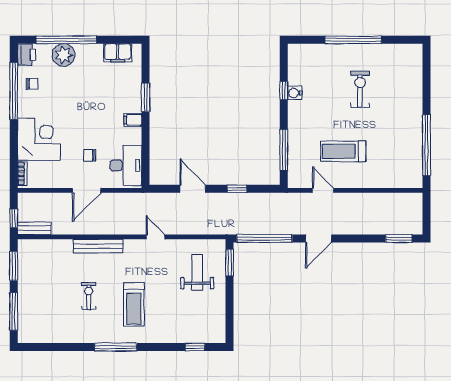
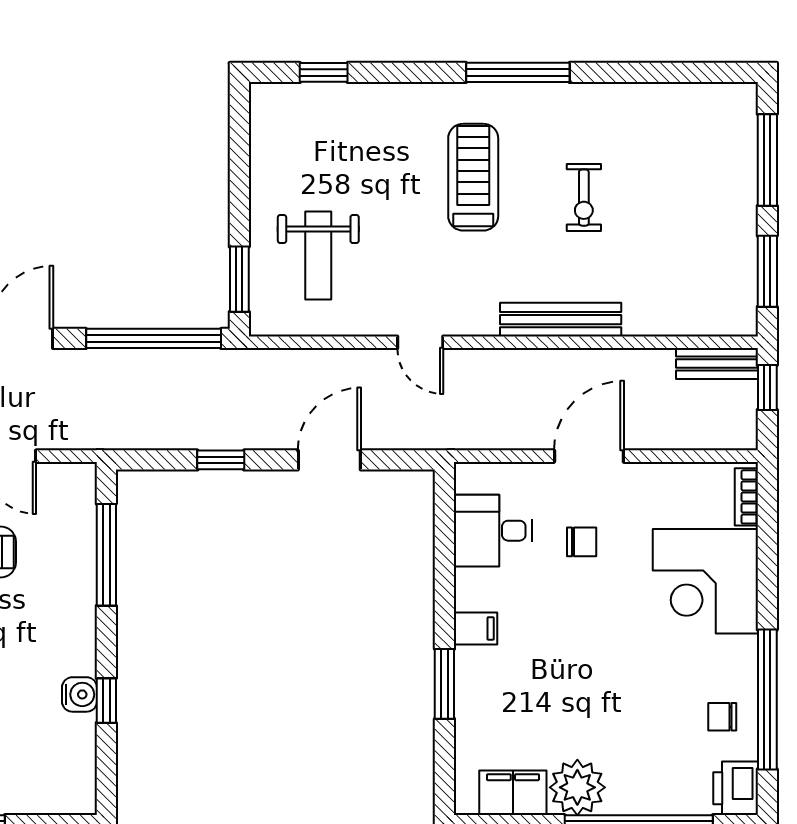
plant: (64, 55) -> (577, 787), moved
desk: (126, 165) -> (493, 531), width x0.73
door: (193, 189) -> (329, 460), swing flipped

